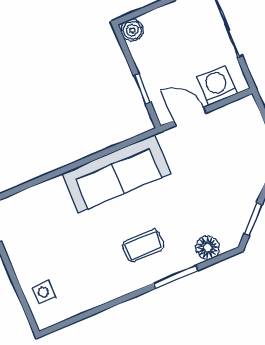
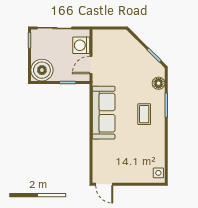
boiler: (132, 30) -> (42, 70), width x1.86, depth x1.86
side table: (43, 292) -> (158, 173), moved

